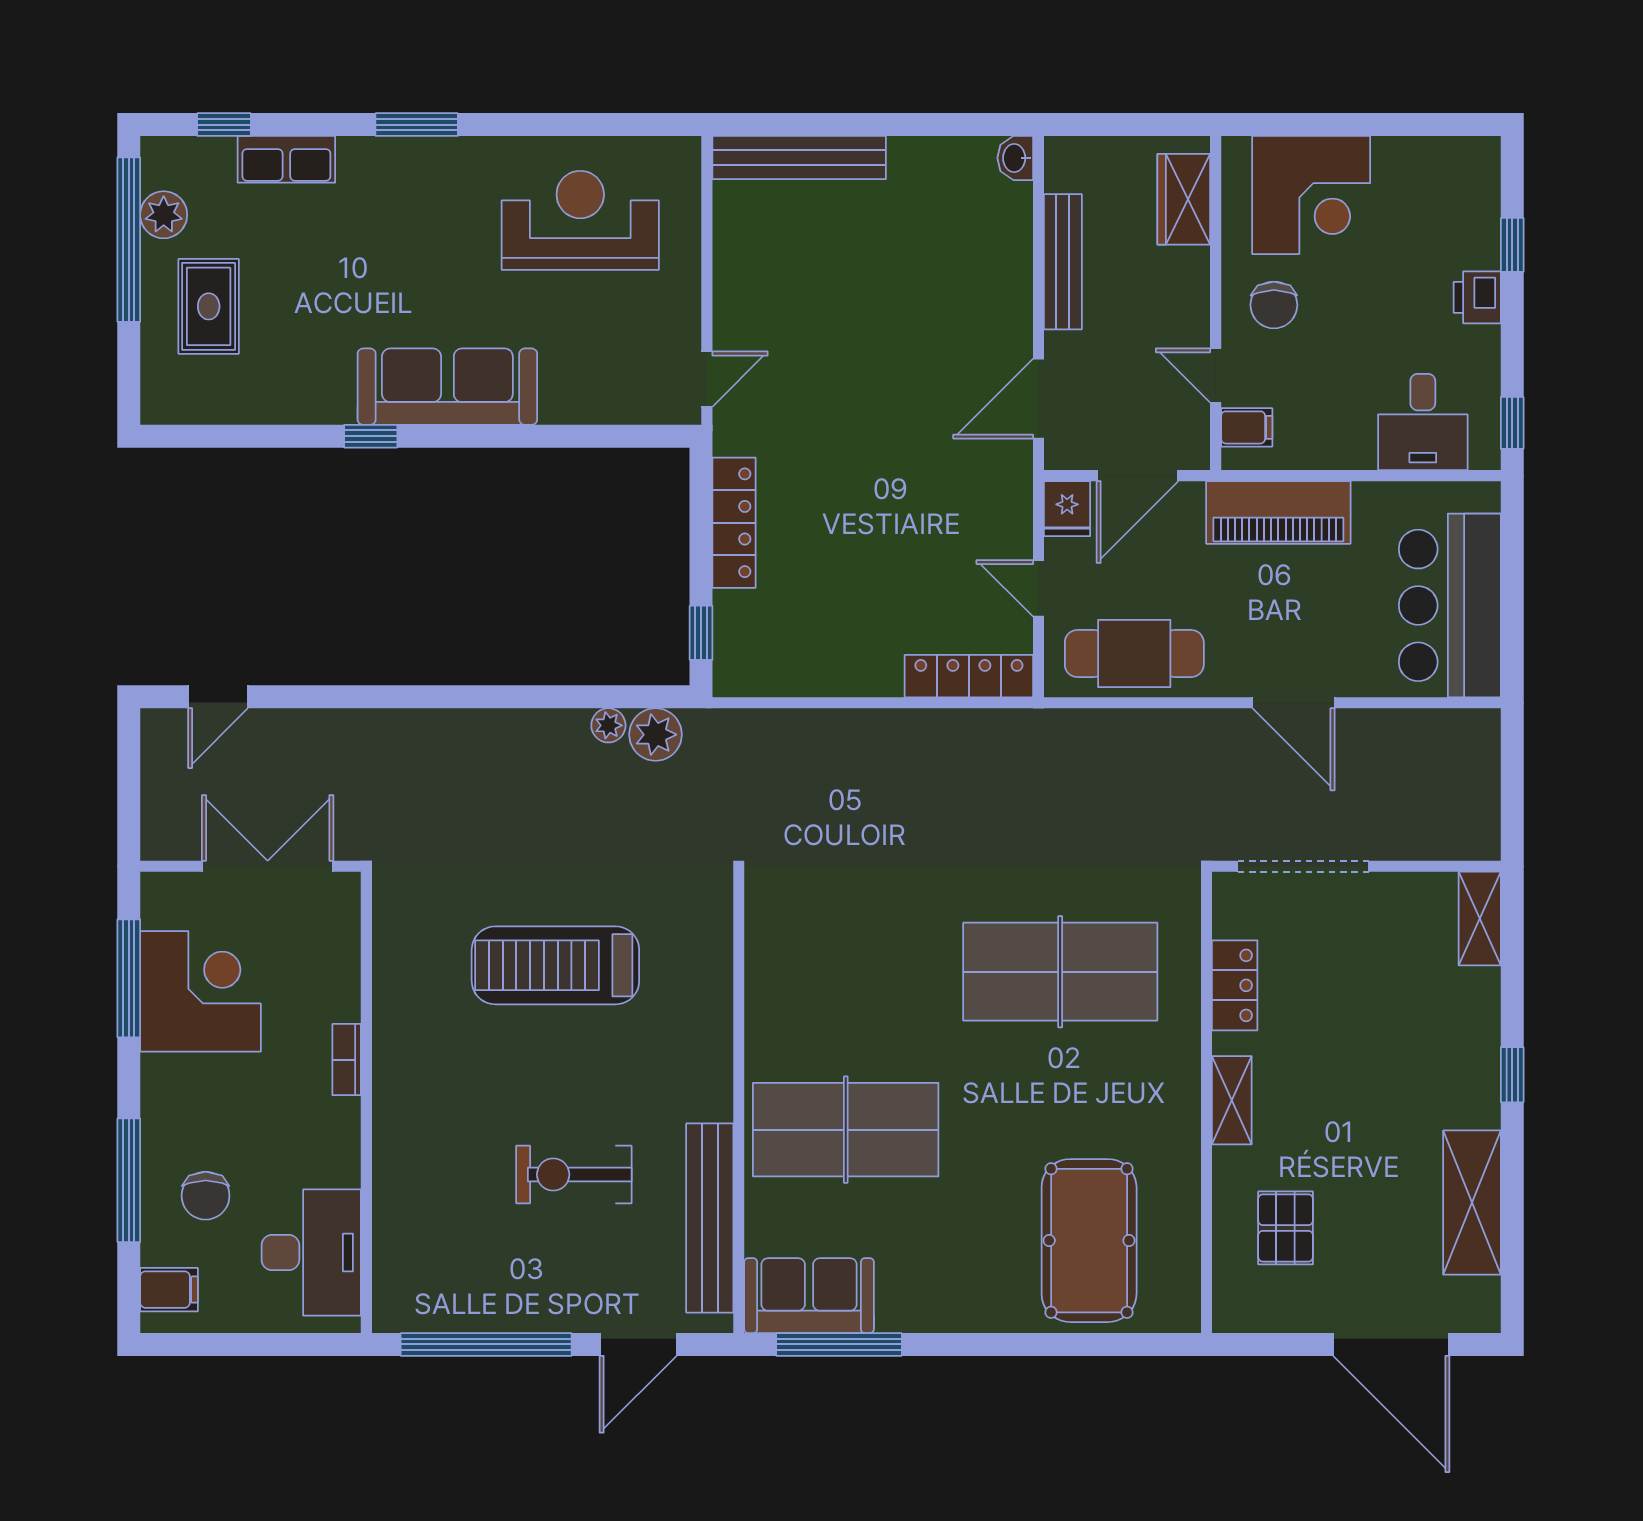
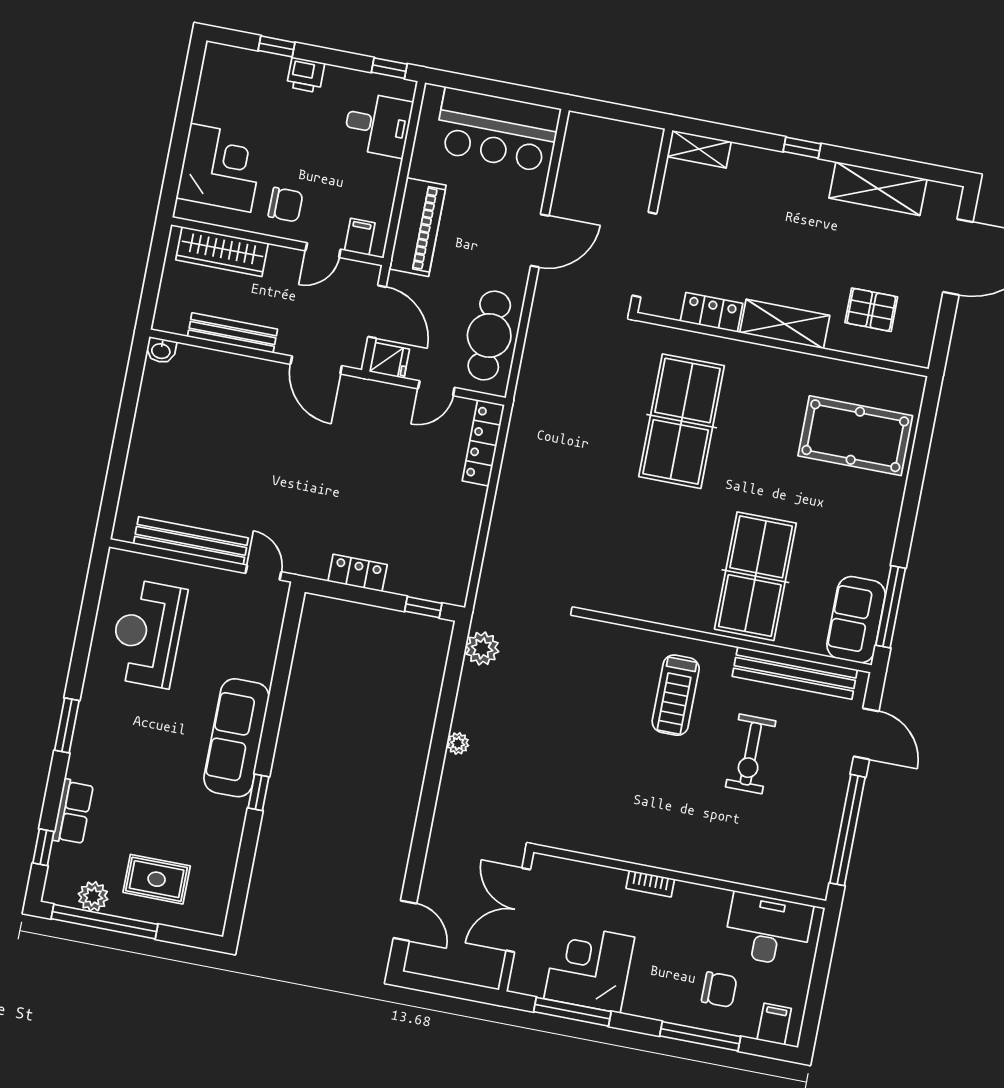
bench: (799, 158) -> (191, 541), moved, turned 90
wardrobe: (1184, 199) -> (222, 252), width x1.50
locker: (734, 523) -> (358, 573), width x0.66
plant: (608, 725) -> (458, 743), moved
treadmill: (555, 965) -> (676, 695), moved, width x0.73, depth x0.73
shelving: (1232, 1100) -> (785, 324), width x1.50, depth x1.33

